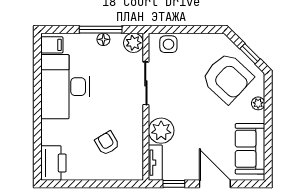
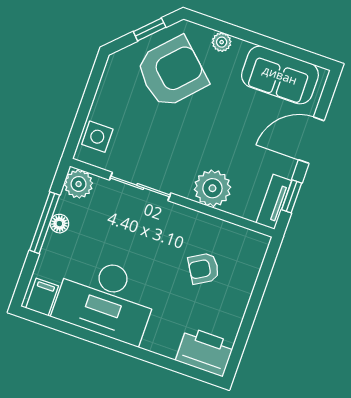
tv unit: (155, 163) -> (274, 202), moved, turned -90

